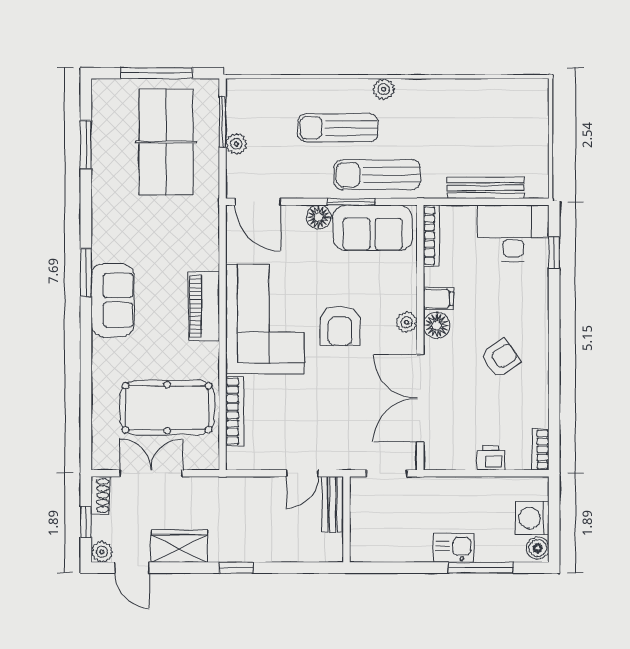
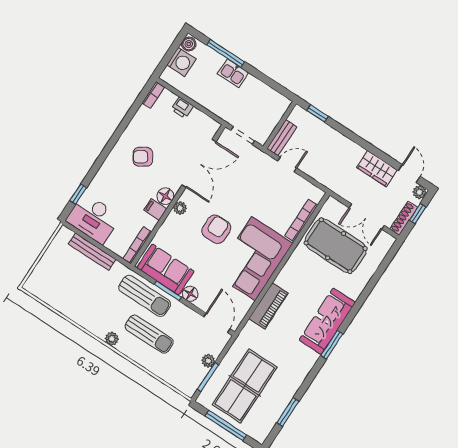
sofa: (112, 300) -> (327, 321), width x1.36
piano: (204, 306) -> (268, 306), moved
shoe rack: (100, 495) -> (404, 218), width x1.43
window: (236, 568) -> (318, 113), moved

